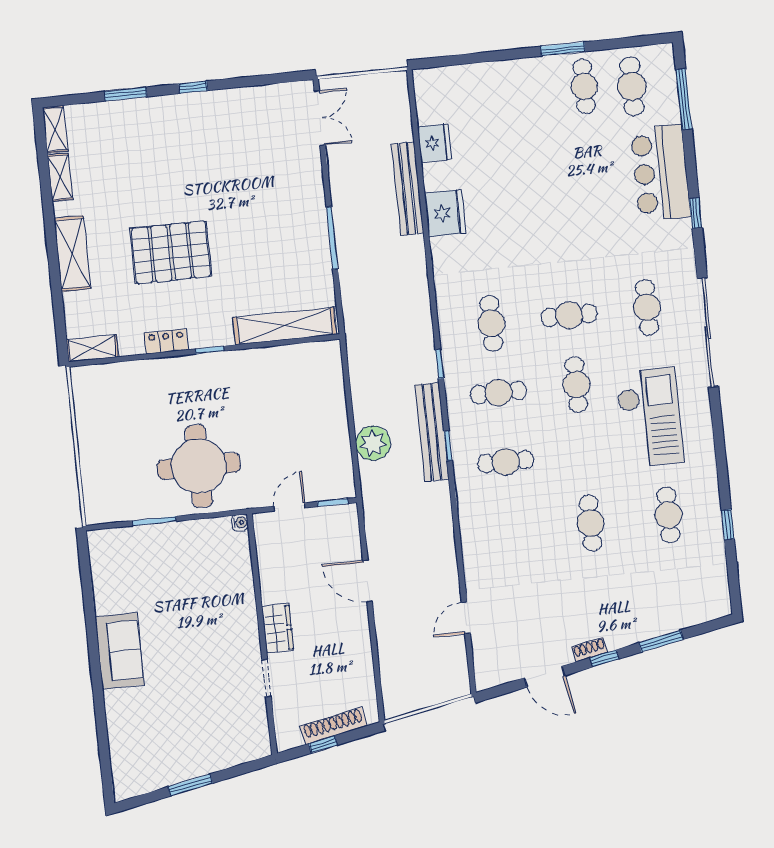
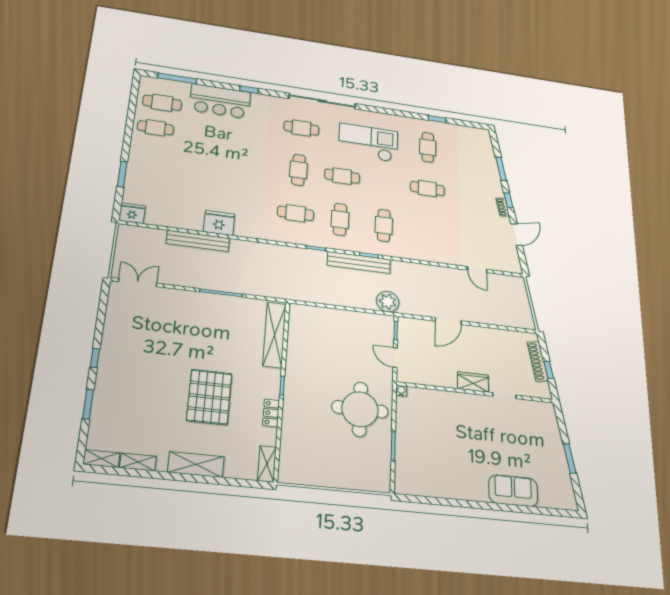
window: (563, 49) -> (122, 174), moved
fridge: (434, 143) -> (132, 213), moved
plant: (373, 443) -> (388, 302), moved
cafe table: (668, 515) -> (428, 147), turned 90
sofa: (120, 651) -> (513, 491), moved

